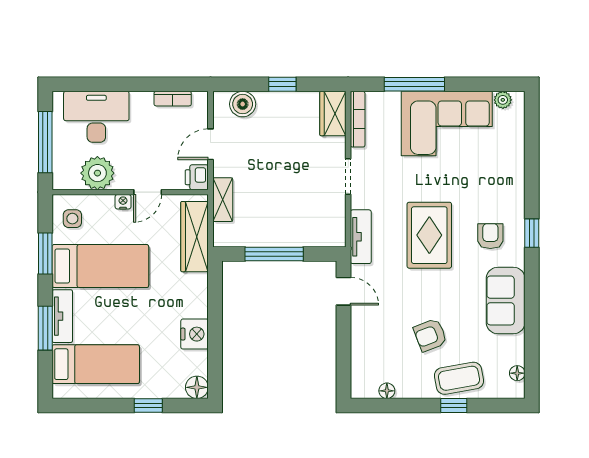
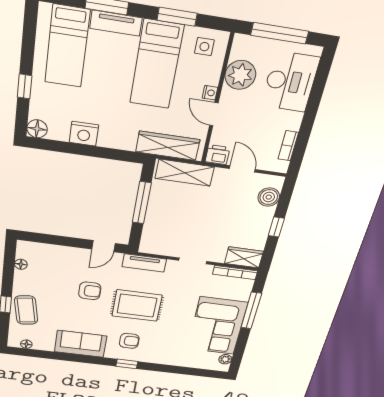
shelving: (223, 200) -> (185, 173), width x1.50, depth x1.33
armchair: (430, 335) -> (90, 291), moved, turned 111

